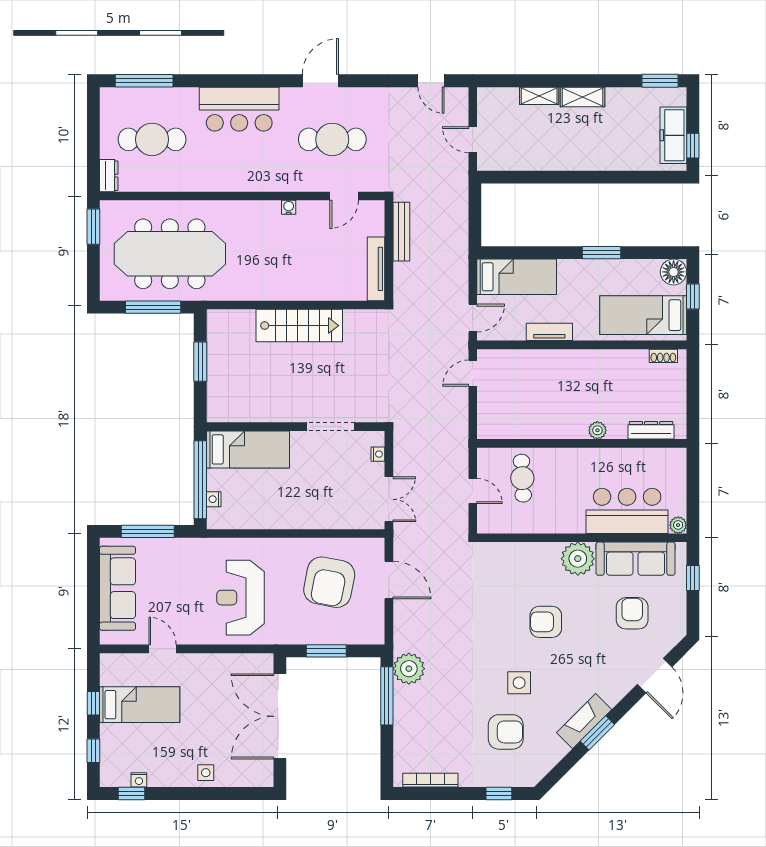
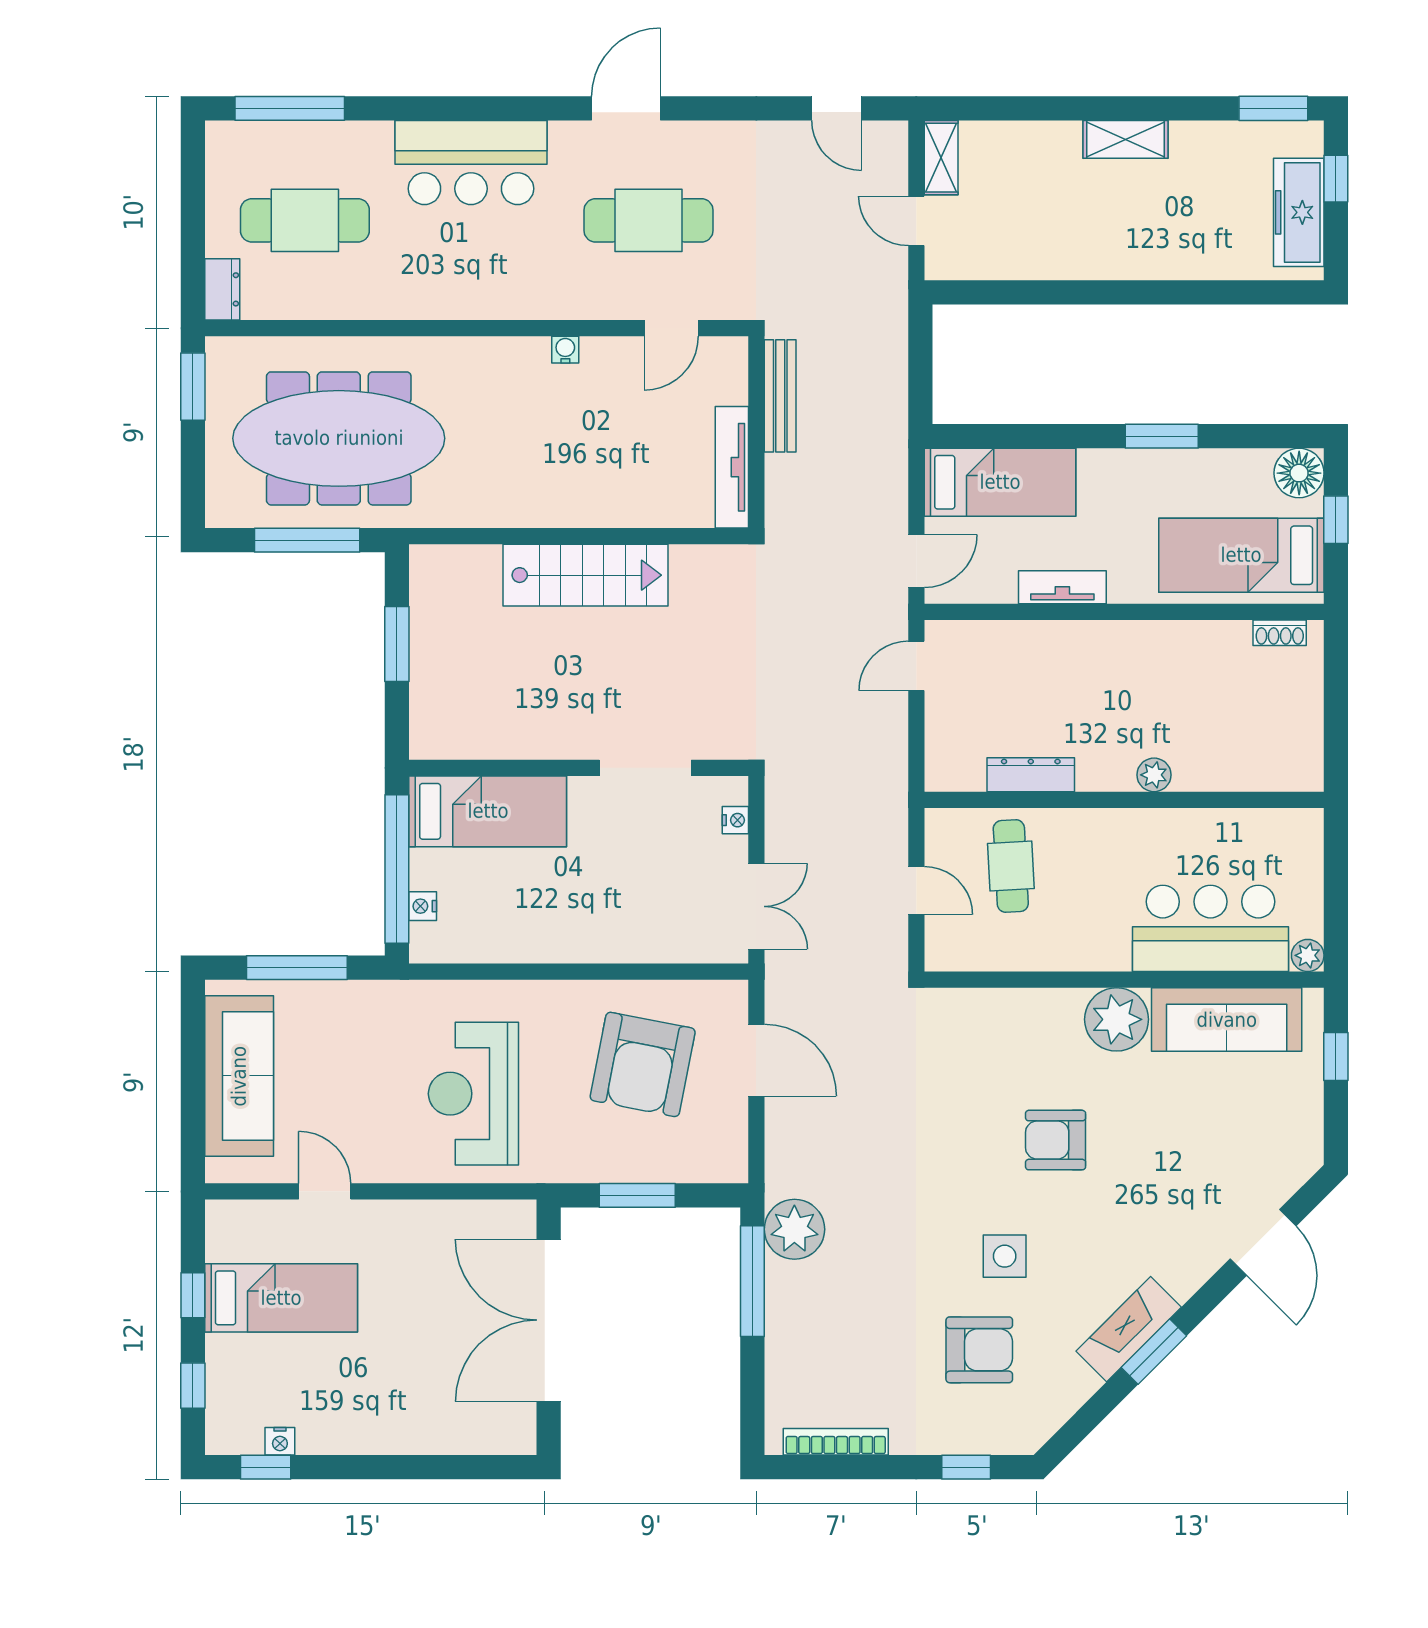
shelving: (539, 96) -> (941, 158), moved, turned 90
window: (693, 146) -> (1336, 179), moved
dresser: (651, 430) -> (1031, 775), moved
armchair: (632, 613) -> (1220, 1124), removed
side table: (206, 773) -> (407, 1427), removed

